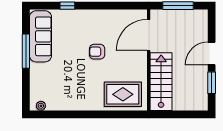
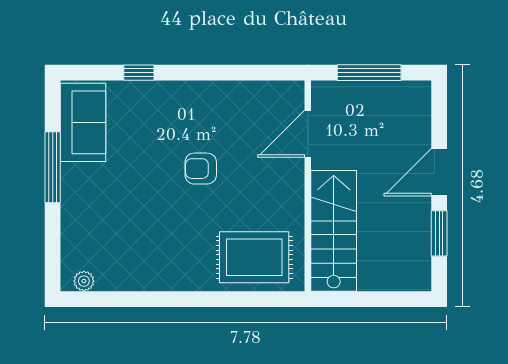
door: (149, 35) -> (308, 134), width x0.73
sofa: (40, 36) -> (83, 122), width x0.73

